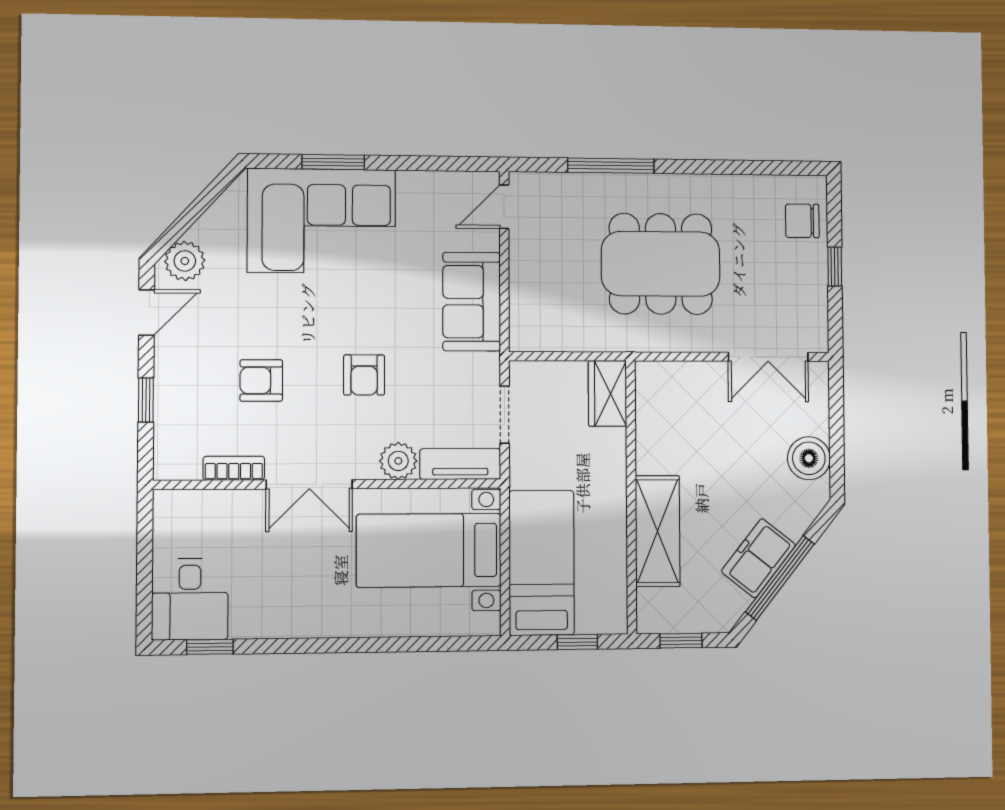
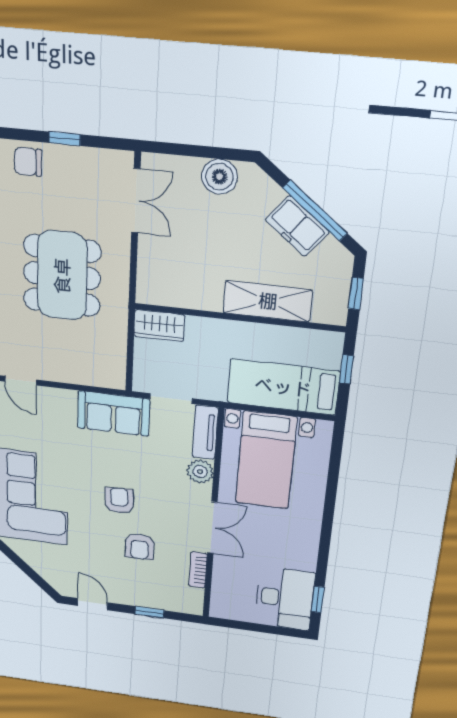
chair: (802, 221) -> (28, 162), turned 90
plant: (185, 261) -> (59, 579), removed
sofa: (472, 302) -> (113, 413), moved
armchair: (364, 375) -> (119, 501), moved, turned -93
desk: (190, 599) -> (285, 598), width x1.37

